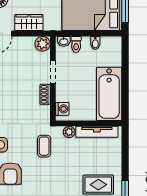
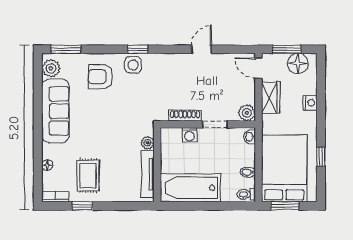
toilet: (76, 44) -> (246, 194), moved
shoe rack: (45, 94) -> (185, 116), width x1.43
washing machine: (62, 109) -> (190, 135), moved
coffee table: (44, 146) -> (132, 115), removed

